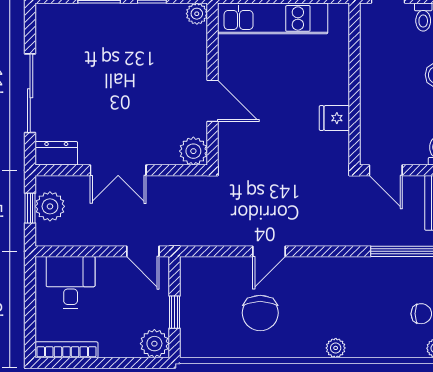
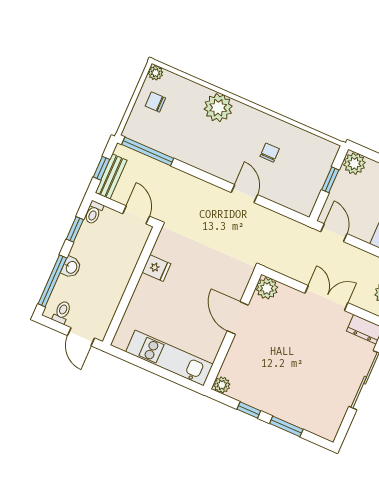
door: (269, 251) -> (244, 194), hinge flipped
chair: (260, 313) -> (270, 153), width x0.54, depth x0.54
plant: (336, 348) -> (218, 108), width x1.87, depth x1.87

